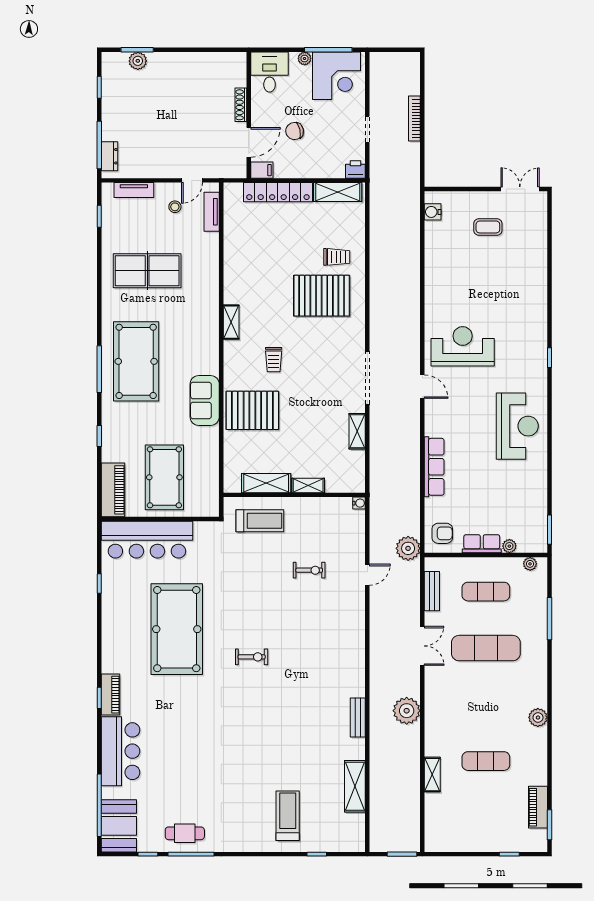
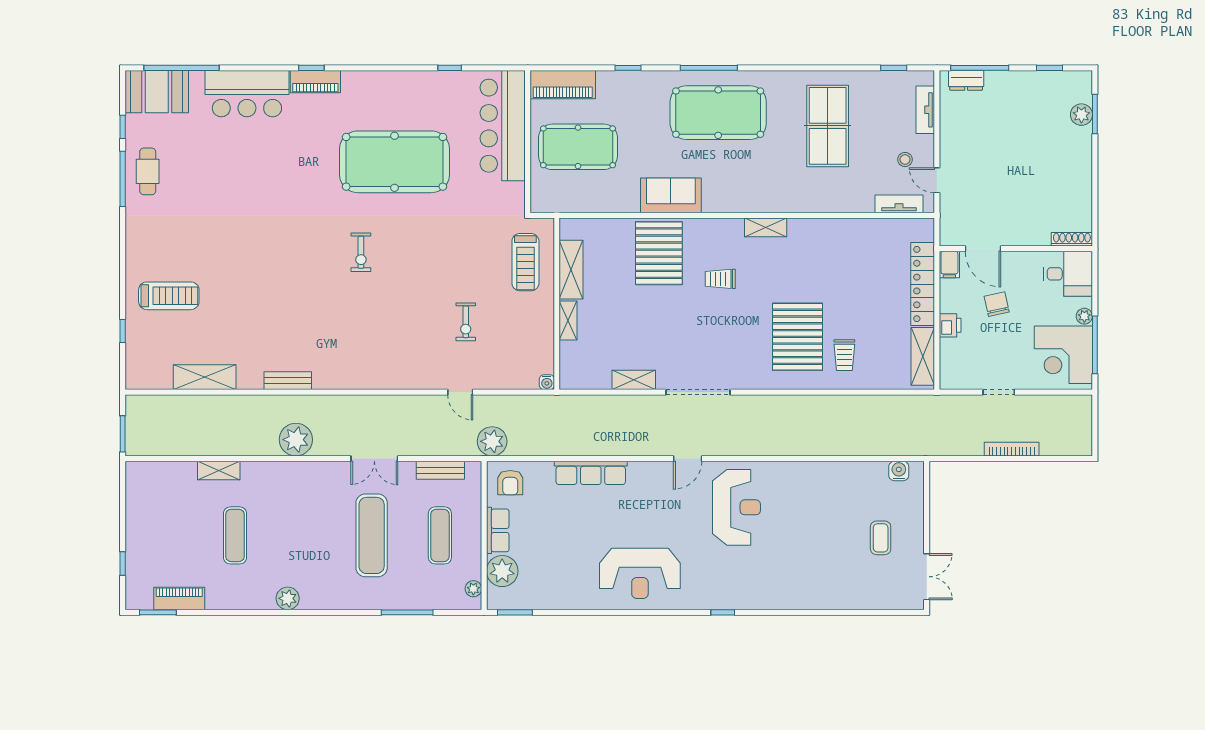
shoe rack: (241, 105) -> (1072, 239), moved
printer: (355, 169) -> (950, 325), moved
plant: (509, 546) -> (502, 571), width x1.88, depth x1.88

